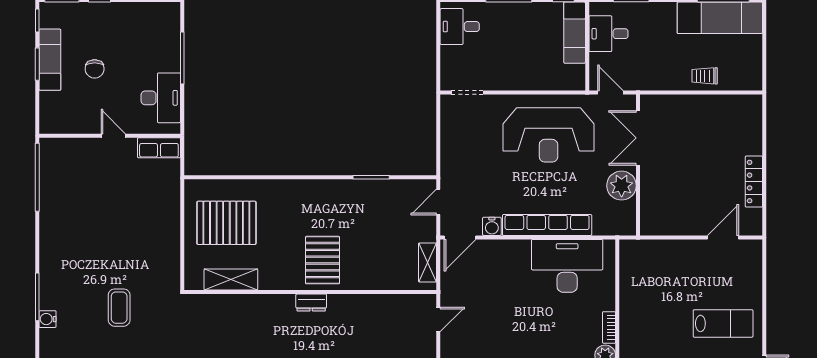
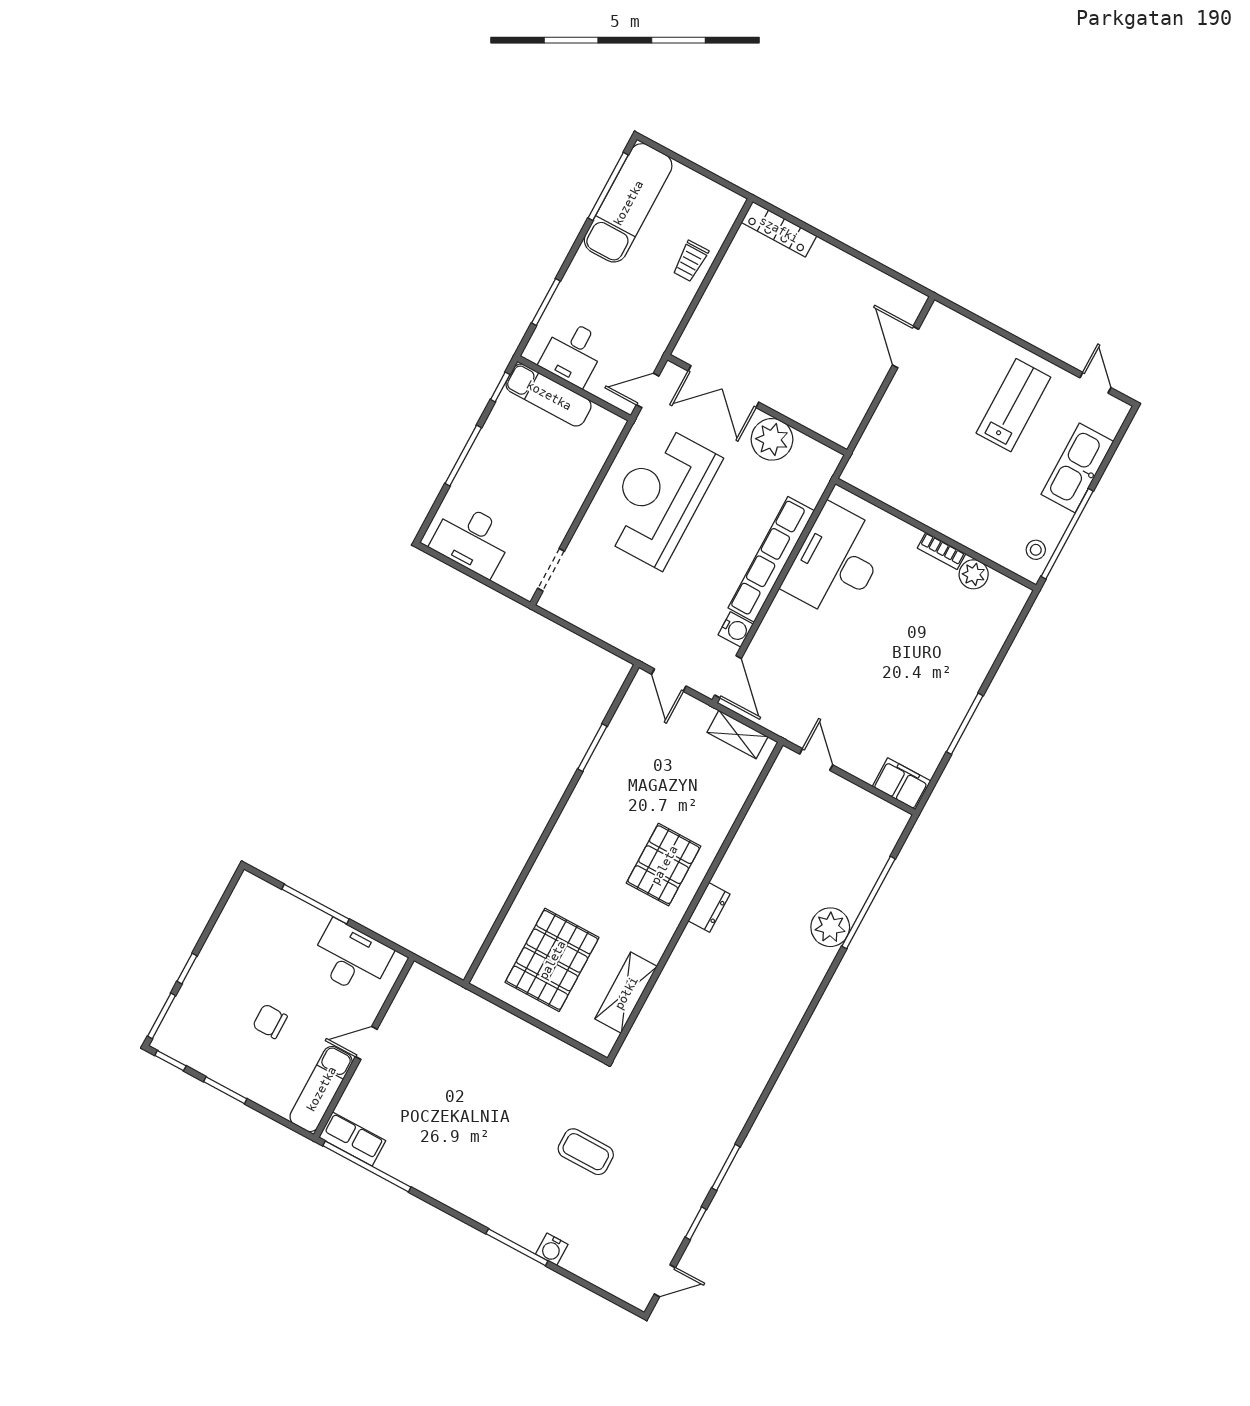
desk: (460, 27) -> (472, 539), width x1.37
exam couch: (50, 60) -> (321, 1089), moved, turned -90
chair: (95, 69) -> (270, 1021), turned 180
reception desk: (549, 135) -> (659, 497), turned 180
row of seats: (159, 148) -> (352, 1139), moved, turned -90
locker: (754, 182) -> (779, 229), moved
pallet: (322, 260) -> (664, 865), turned 90

